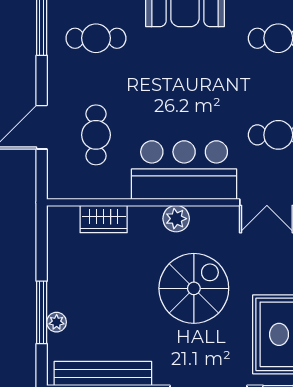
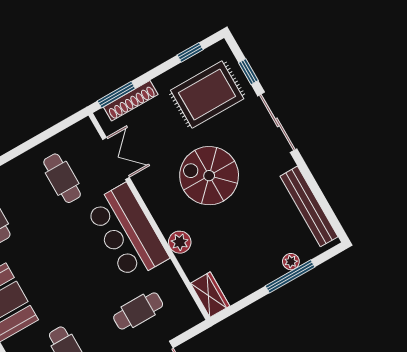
wardrobe: (104, 219) -> (210, 295), moved
plant: (176, 219) -> (180, 242), moved

